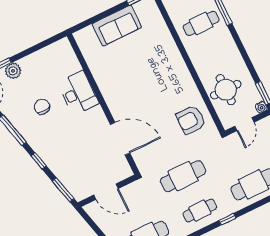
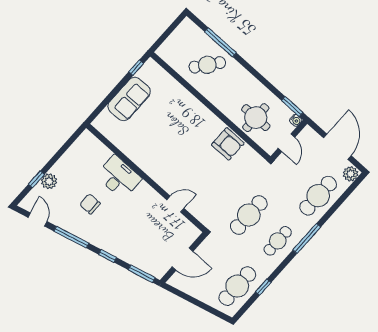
cafe table: (201, 23) -> (207, 65), turned 38
armchair: (191, 120) -> (228, 144), moved, turned -90
door: (120, 139) -> (175, 204), width x0.53
window: (227, 219) -> (307, 238), width x2.17

